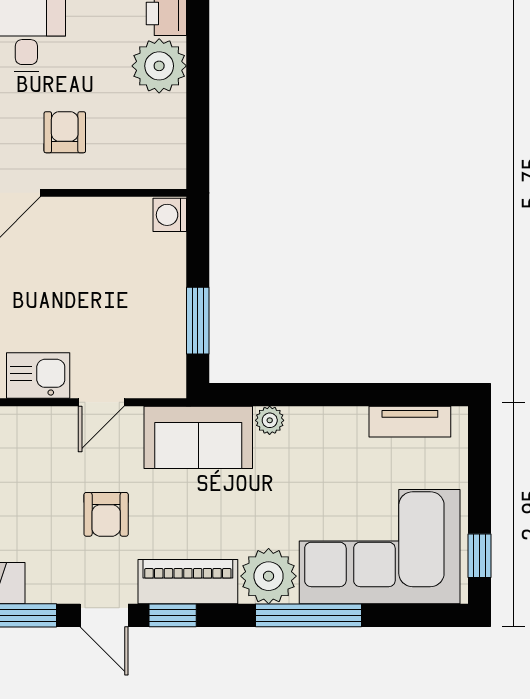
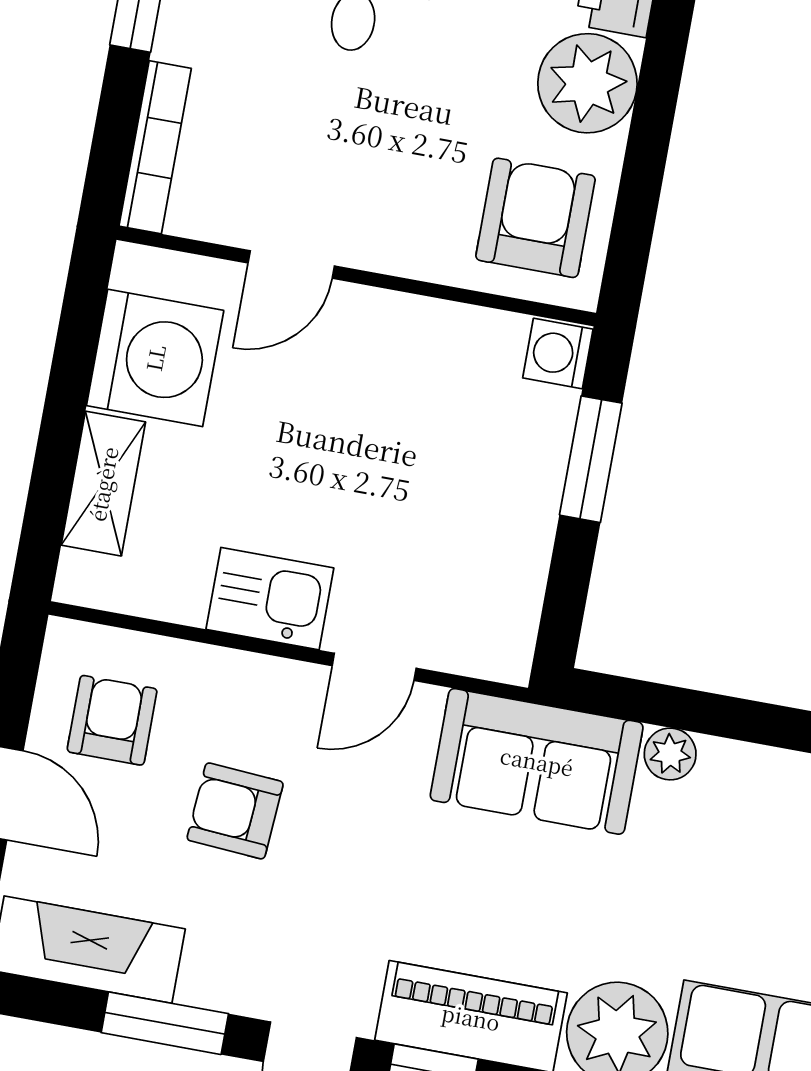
armchair: (65, 132) -> (535, 218), moved, width x1.38, depth x1.38
window: (198, 321) -> (591, 459), moved
armchair: (106, 514) -> (235, 811), moved, turned 94

